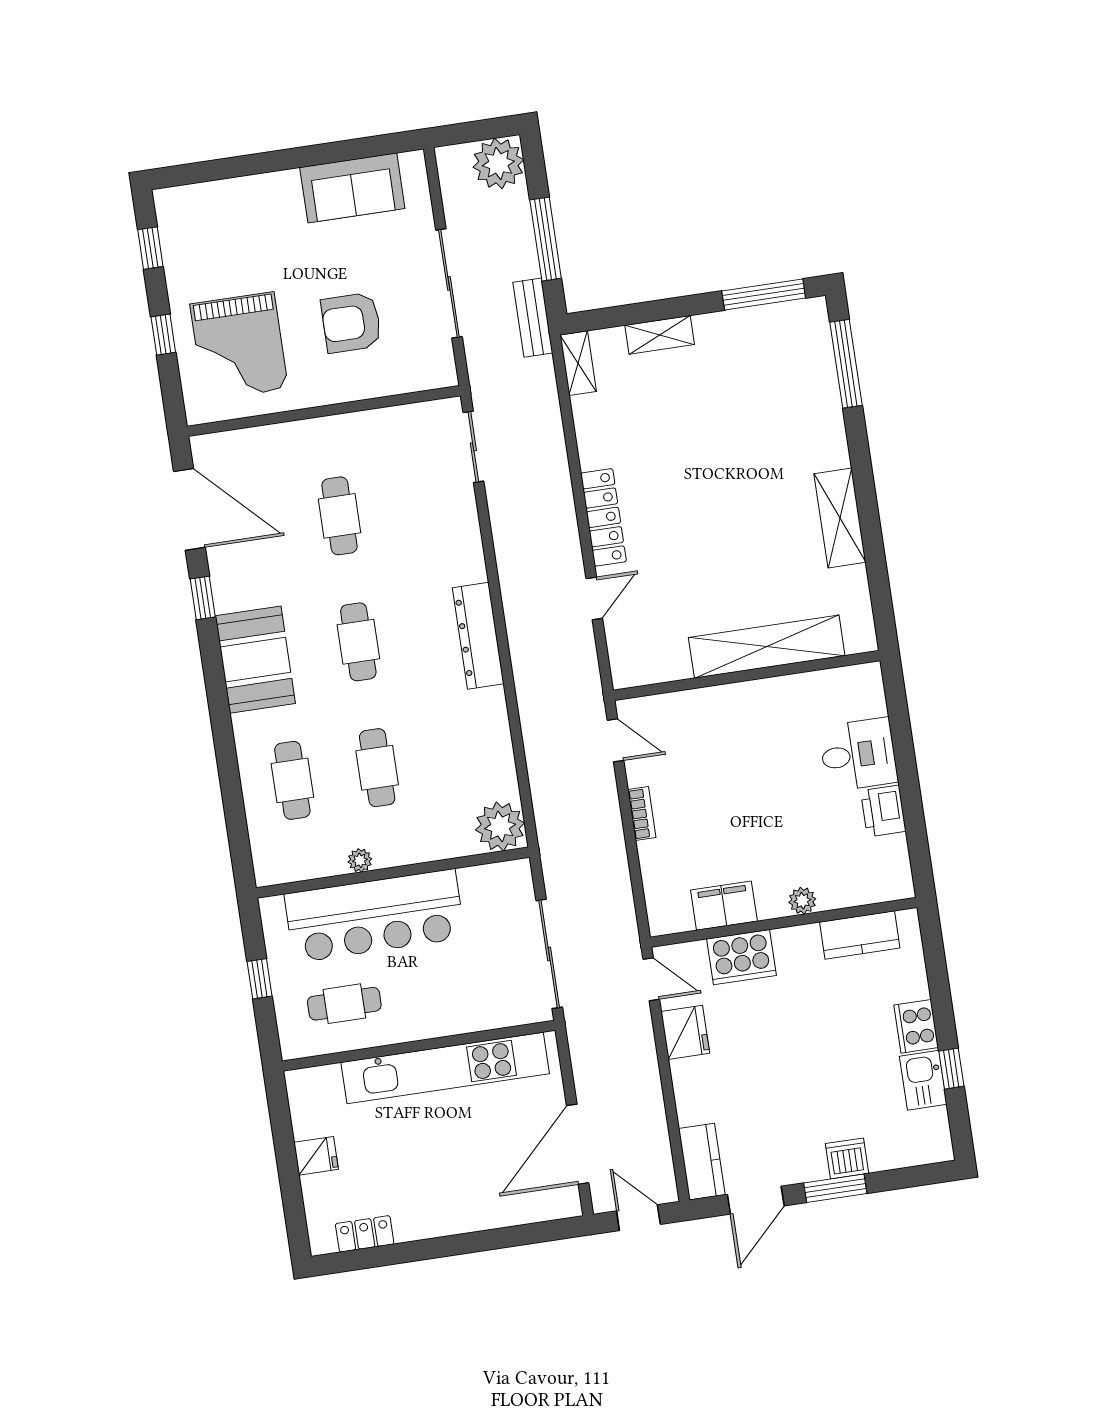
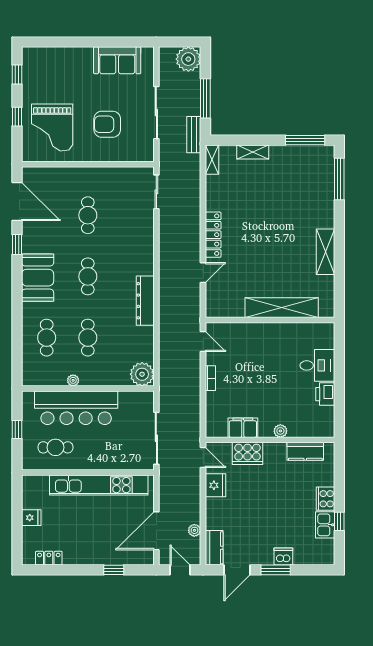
dresser: (478, 636) -> (145, 301), moved
plant: (656, 1132) -> (194, 530), added
window: (502, 1238) -> (114, 570), added

